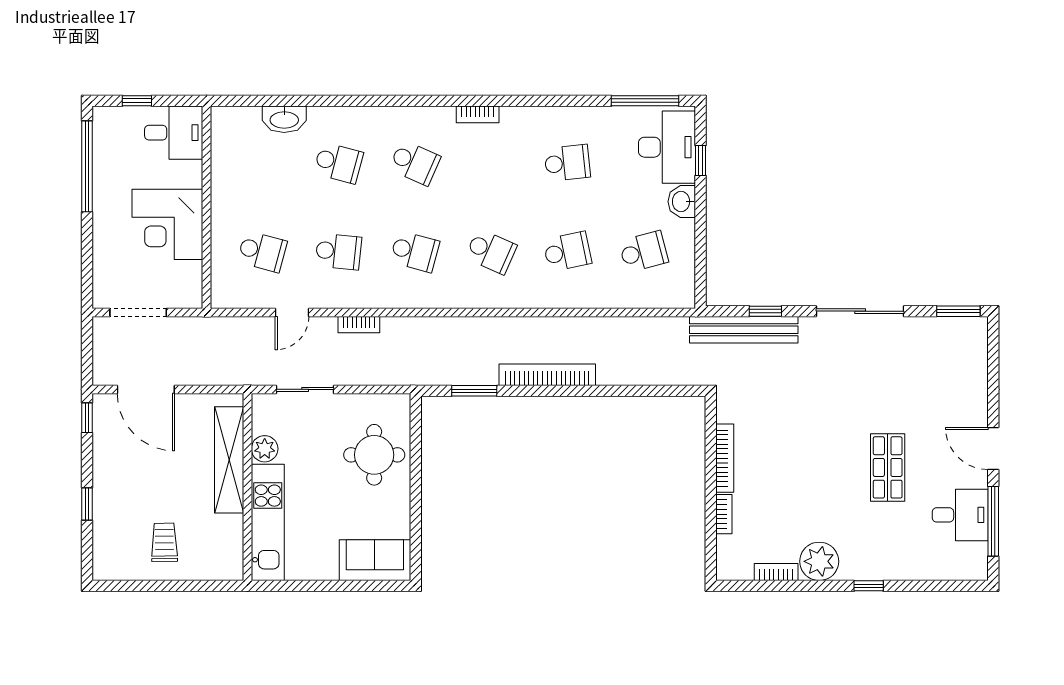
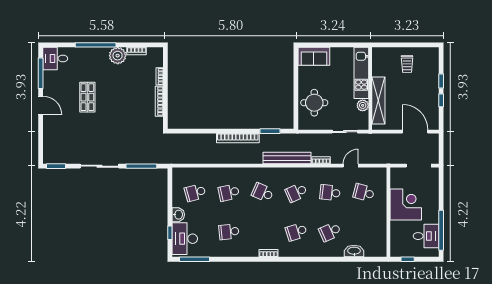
window: (137, 101) -> (408, 259), moved
desk: (174, 133) -> (426, 236), moved, turned 180
school desk: (338, 163) -> (330, 232), turned -39
school desk: (415, 163) -> (296, 232), turned -42
school desk: (415, 252) -> (296, 193), turned -39
window: (765, 311) -> (141, 166), width x2.17
bench: (744, 330) -> (287, 158), moved
window: (87, 418) -> (441, 100), moved
desk: (960, 515) -> (55, 58), moved
window: (869, 586) -> (96, 45), width x3.17

